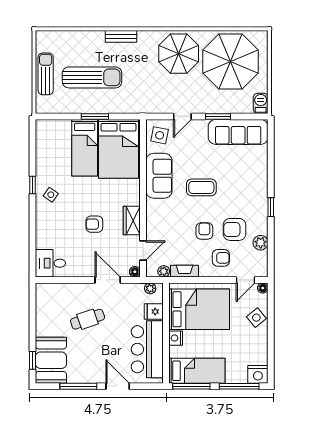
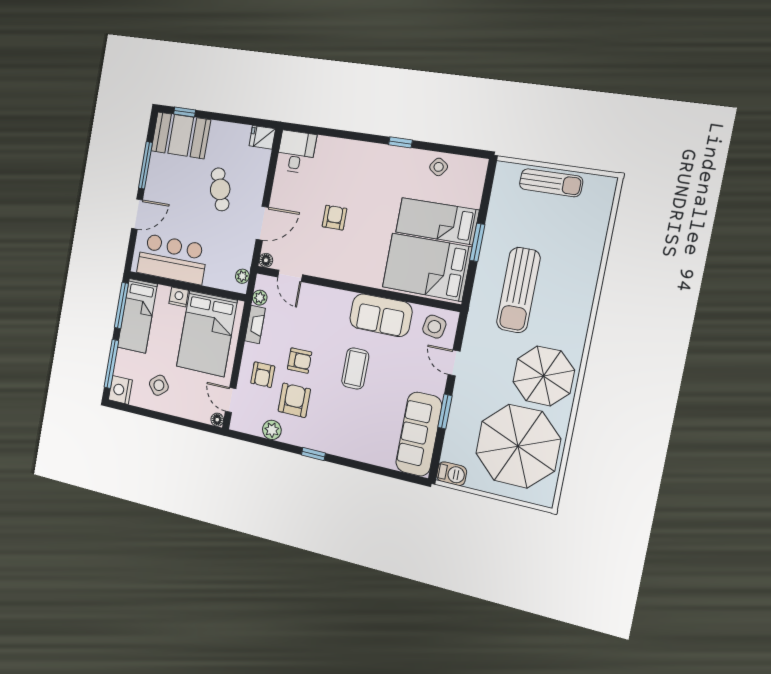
bench: (121, 36) -> (585, 299), removed
sun lounger: (92, 77) -> (518, 290), moved
side table: (51, 195) -> (439, 167), moved
wardrobe: (132, 221) -> (330, 268), removed
fridge: (154, 312) -> (262, 137), moved, turned -90
side table: (256, 318) -> (159, 385), moved

